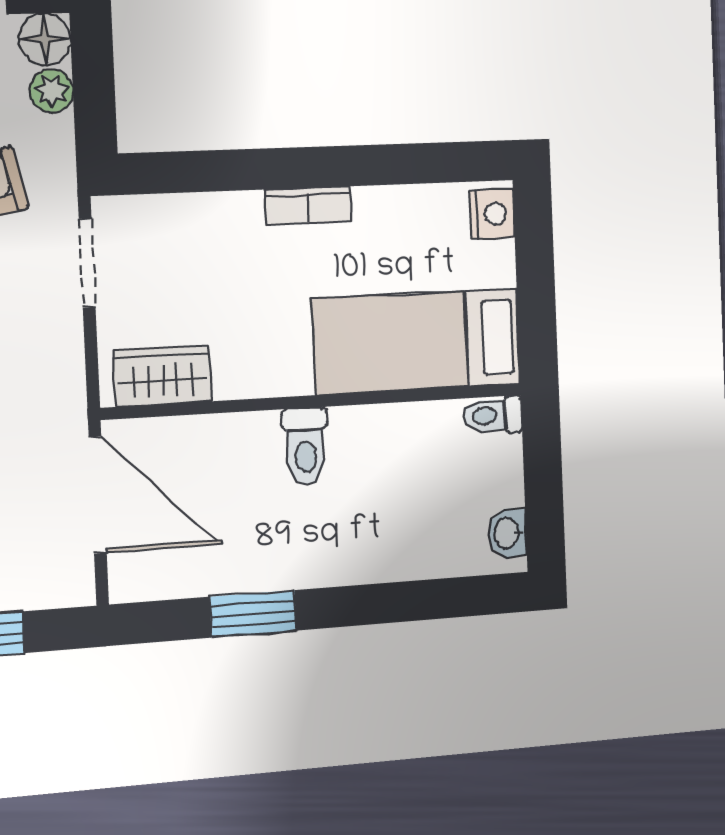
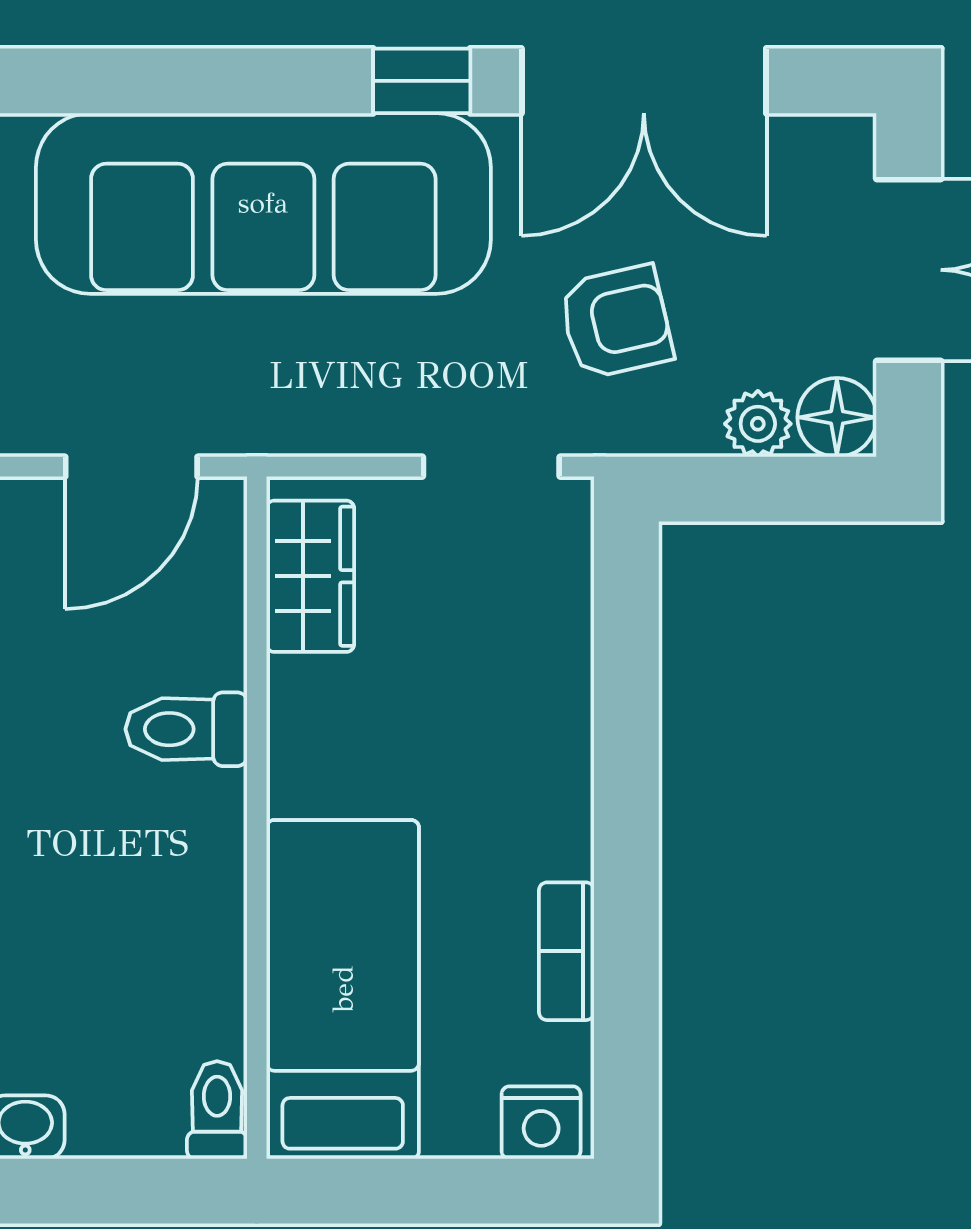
bookcase: (308, 205) -> (567, 951), moved
toilet: (305, 446) -> (186, 729), moved
door: (98, 495) -> (131, 467), width x0.73

